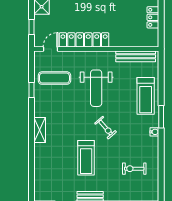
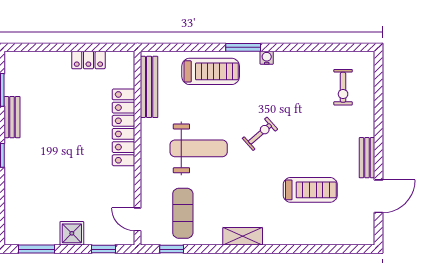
locker: (84, 40) -> (123, 127), moved
window: (31, 90) -> (172, 249), moved
shelving: (40, 130) -> (243, 236), moved
treadmill: (86, 158) -> (310, 190), moved
exercise bike: (134, 169) -> (343, 87), moved

